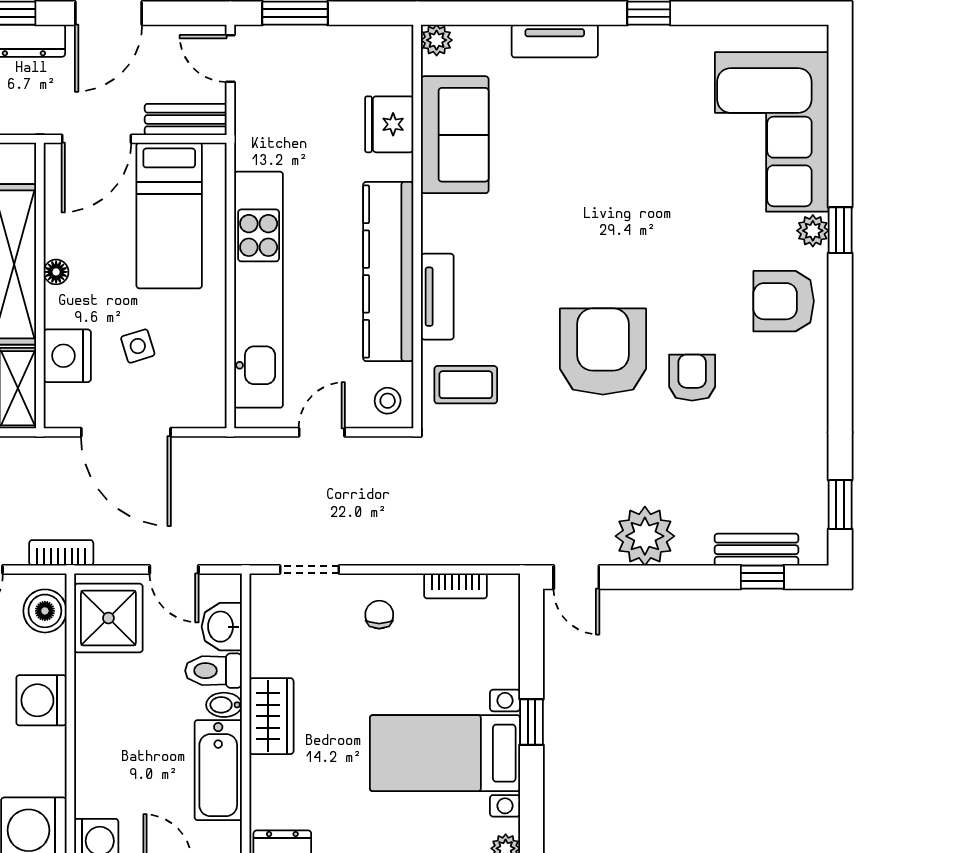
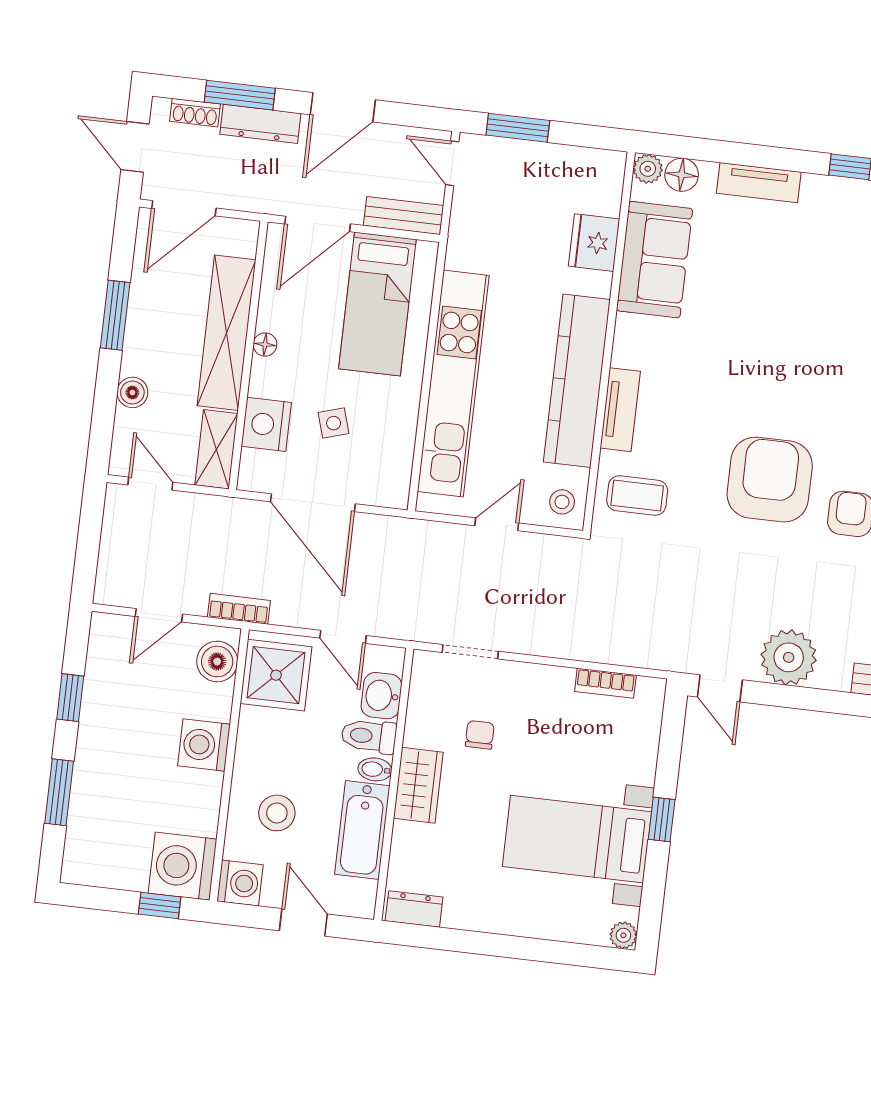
floor lamp: (473, 42) -> (682, 175), added
chair: (379, 615) -> (480, 735), moved
stool: (126, 763) -> (277, 813), added

